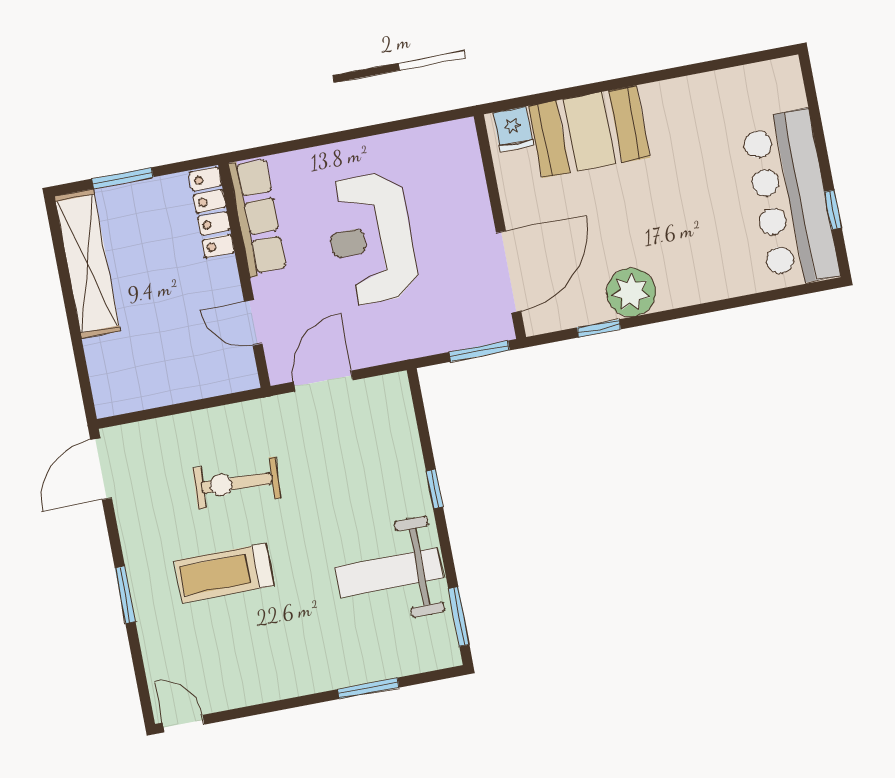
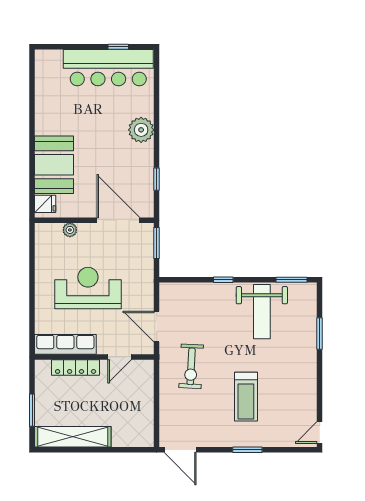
plant: (473, 184) -> (70, 230), added
locker: (212, 212) -> (76, 367), moved
reception desk: (371, 239) -> (88, 288), turned 180
plant: (631, 292) -> (141, 130), moved
exercise bike: (237, 483) -> (191, 366), moved

